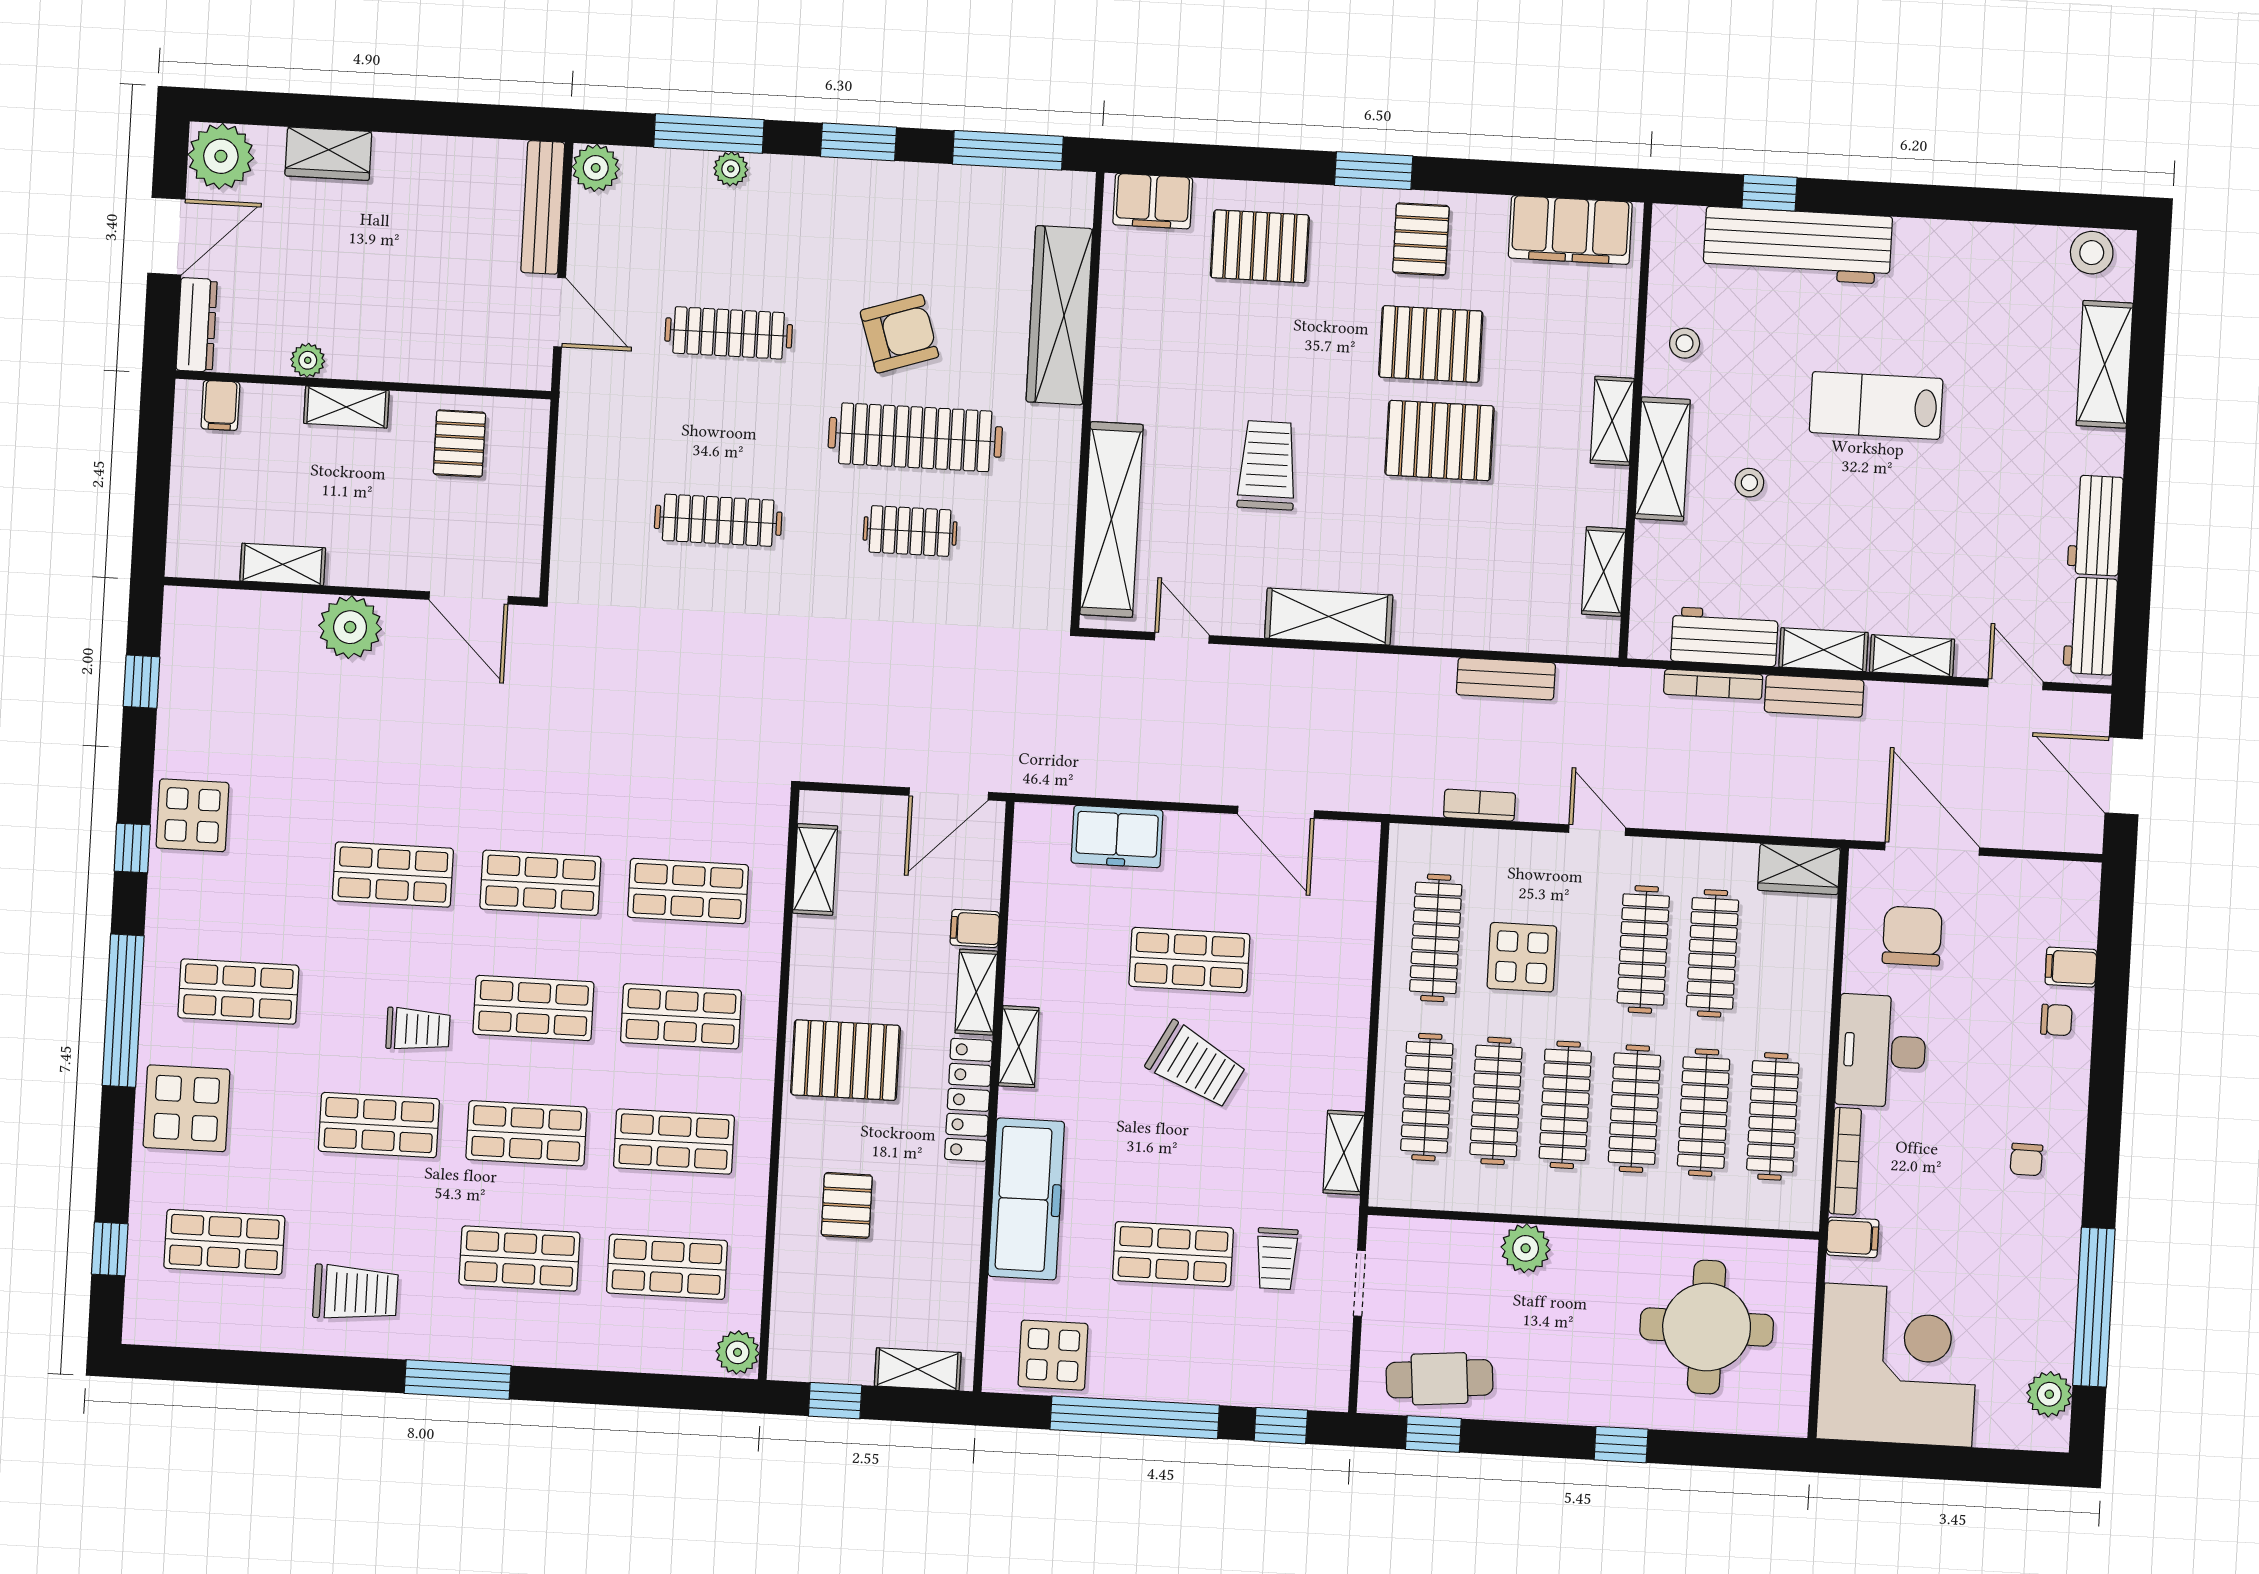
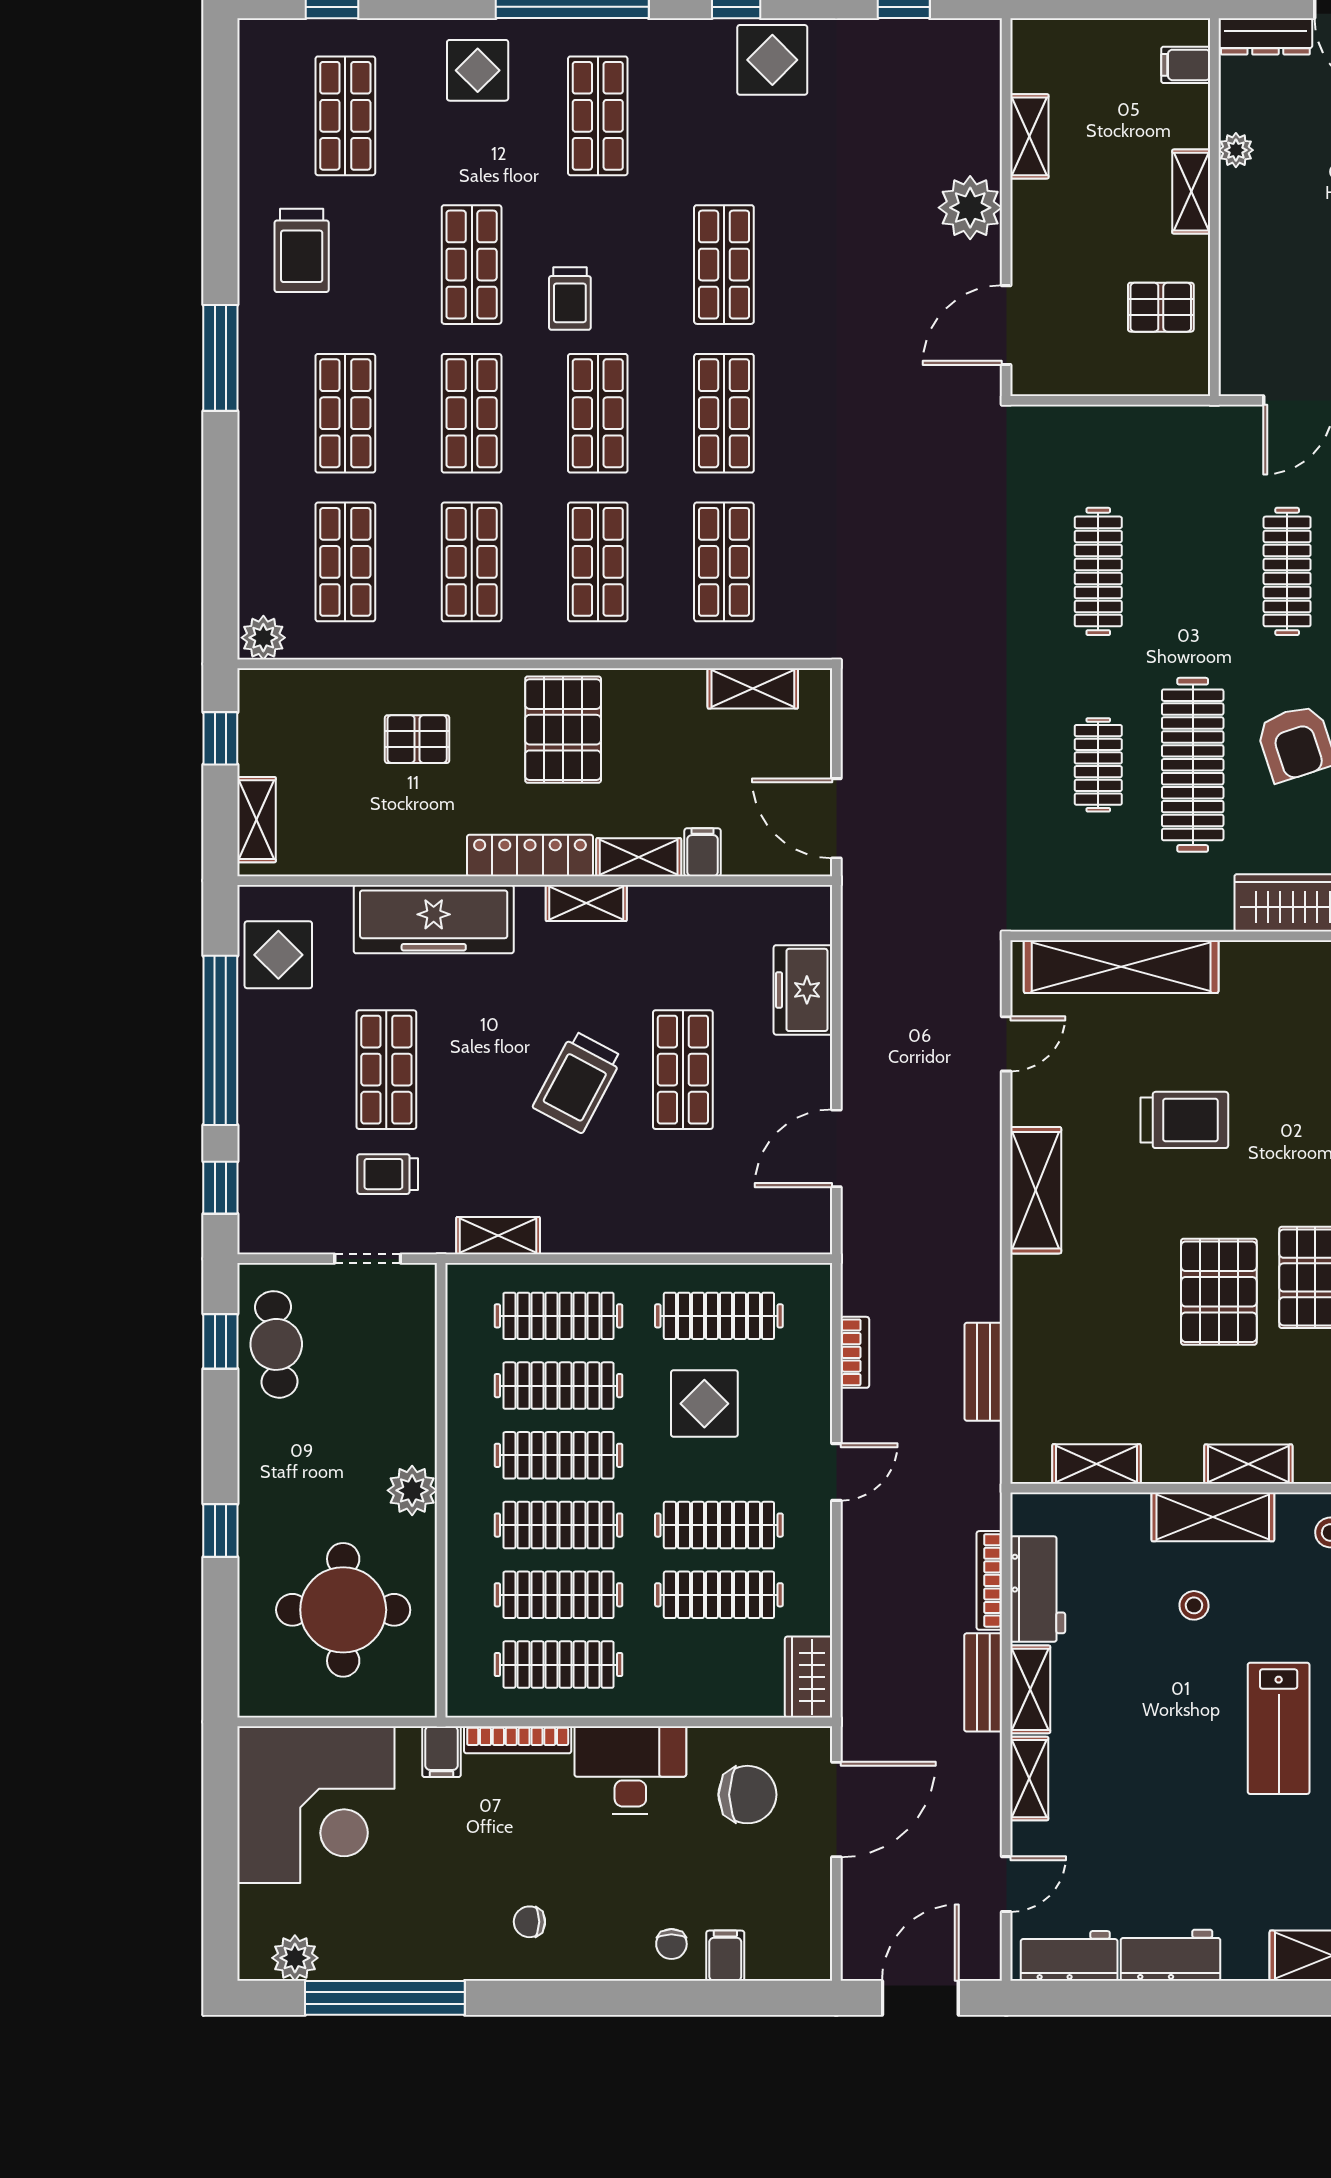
lab bench: (1876, 405) -> (1279, 1728), turned 180
display table: (186, 1108) -> (478, 70), width x0.73, depth x0.73
plant: (1526, 1248) -> (412, 1490), moved

